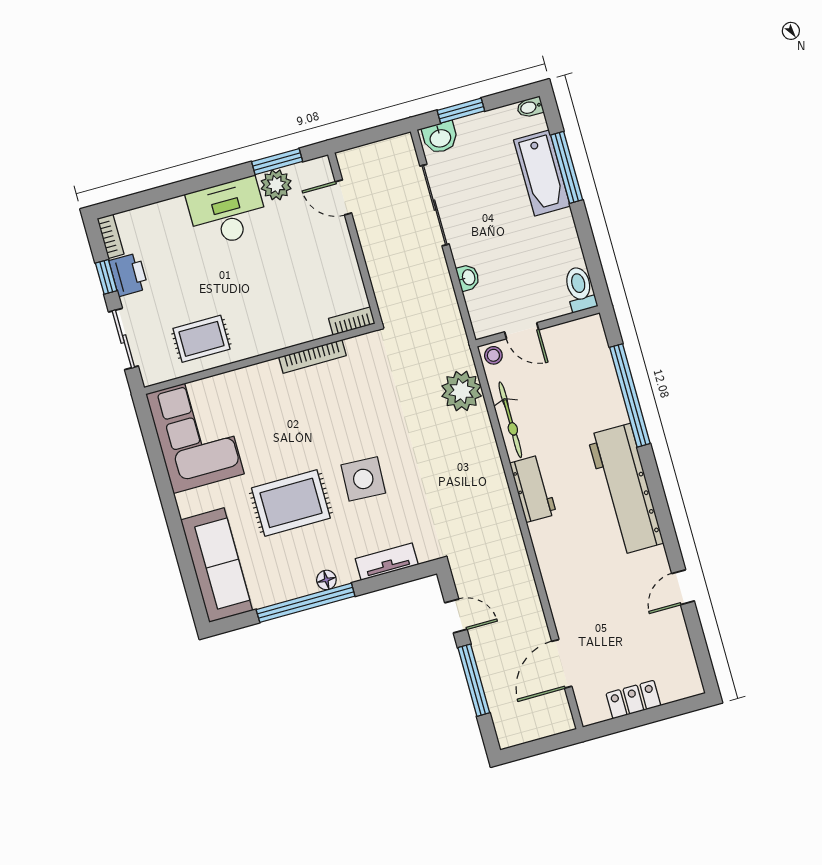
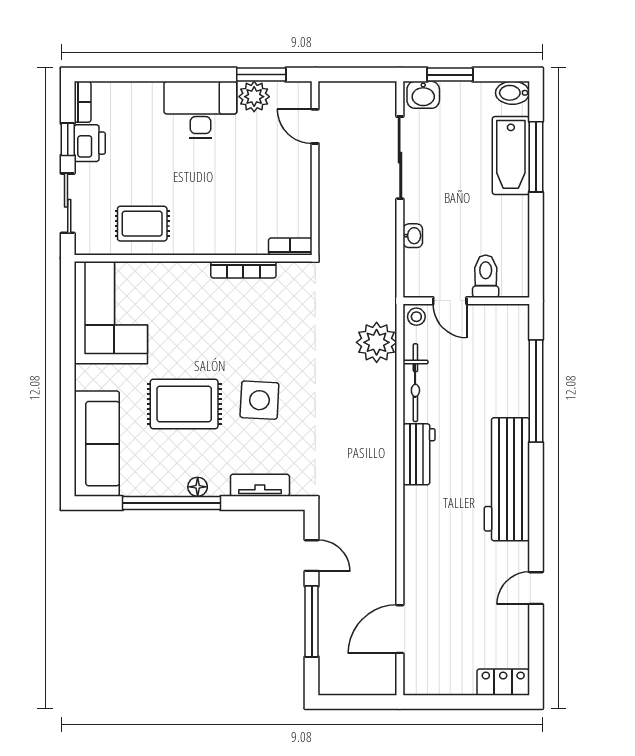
bidet: (530, 107) -> (512, 93), width x1.38, depth x1.36
toilet: (580, 289) -> (486, 276), moved
locker: (633, 700) -> (503, 682), moved

